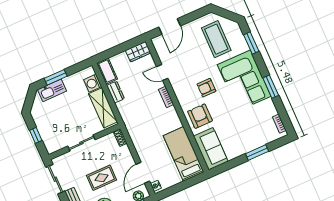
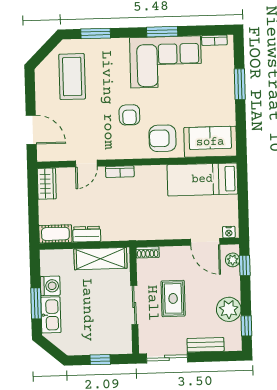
coffee table: (216, 39) -> (72, 77), turned 90
corner sofa: (244, 80) -> (166, 62), moved
washing machine: (93, 83) -> (50, 286), moved, turned -90
rug: (102, 178) -> (173, 298), moved

